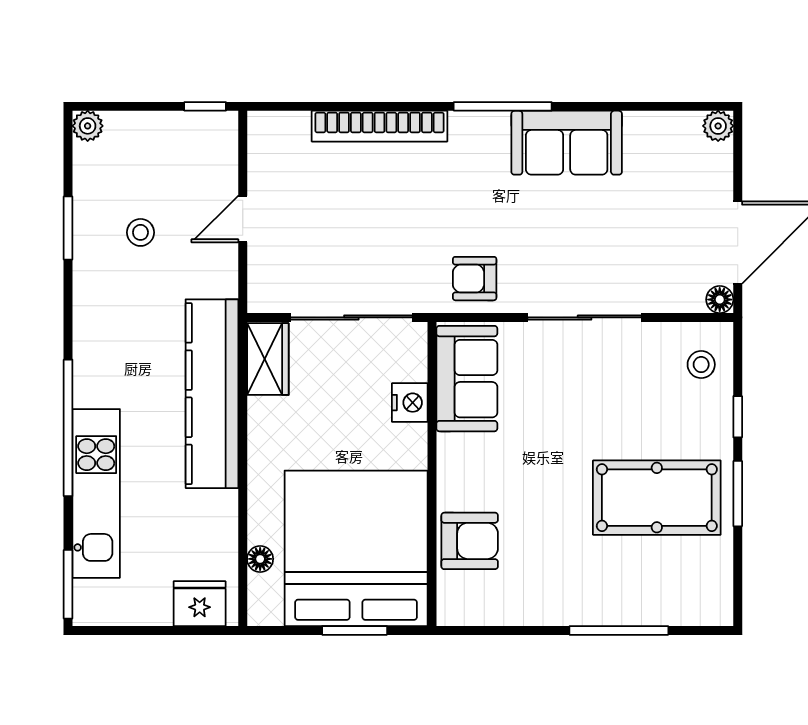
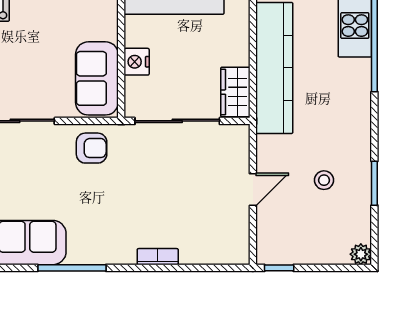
bookcase: (380, 126) -> (158, 257), width x0.43, depth x0.76

